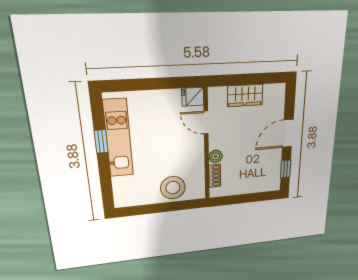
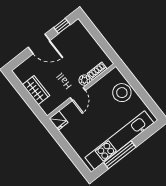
door: (206, 123) -> (78, 94), moved
kitchen unit: (118, 138) -> (119, 140), width x1.36
window: (101, 141) -> (120, 155), width x2.17

